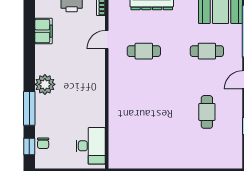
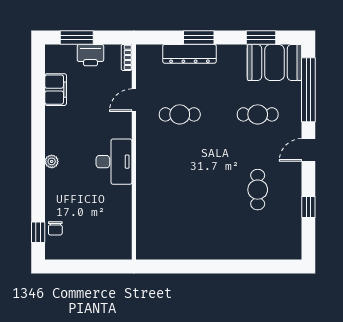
plant: (45, 84) -> (52, 161), width x0.53, depth x0.53
window: (29, 108) -> (38, 185), removed
desk: (91, 146) -> (114, 162), moved

